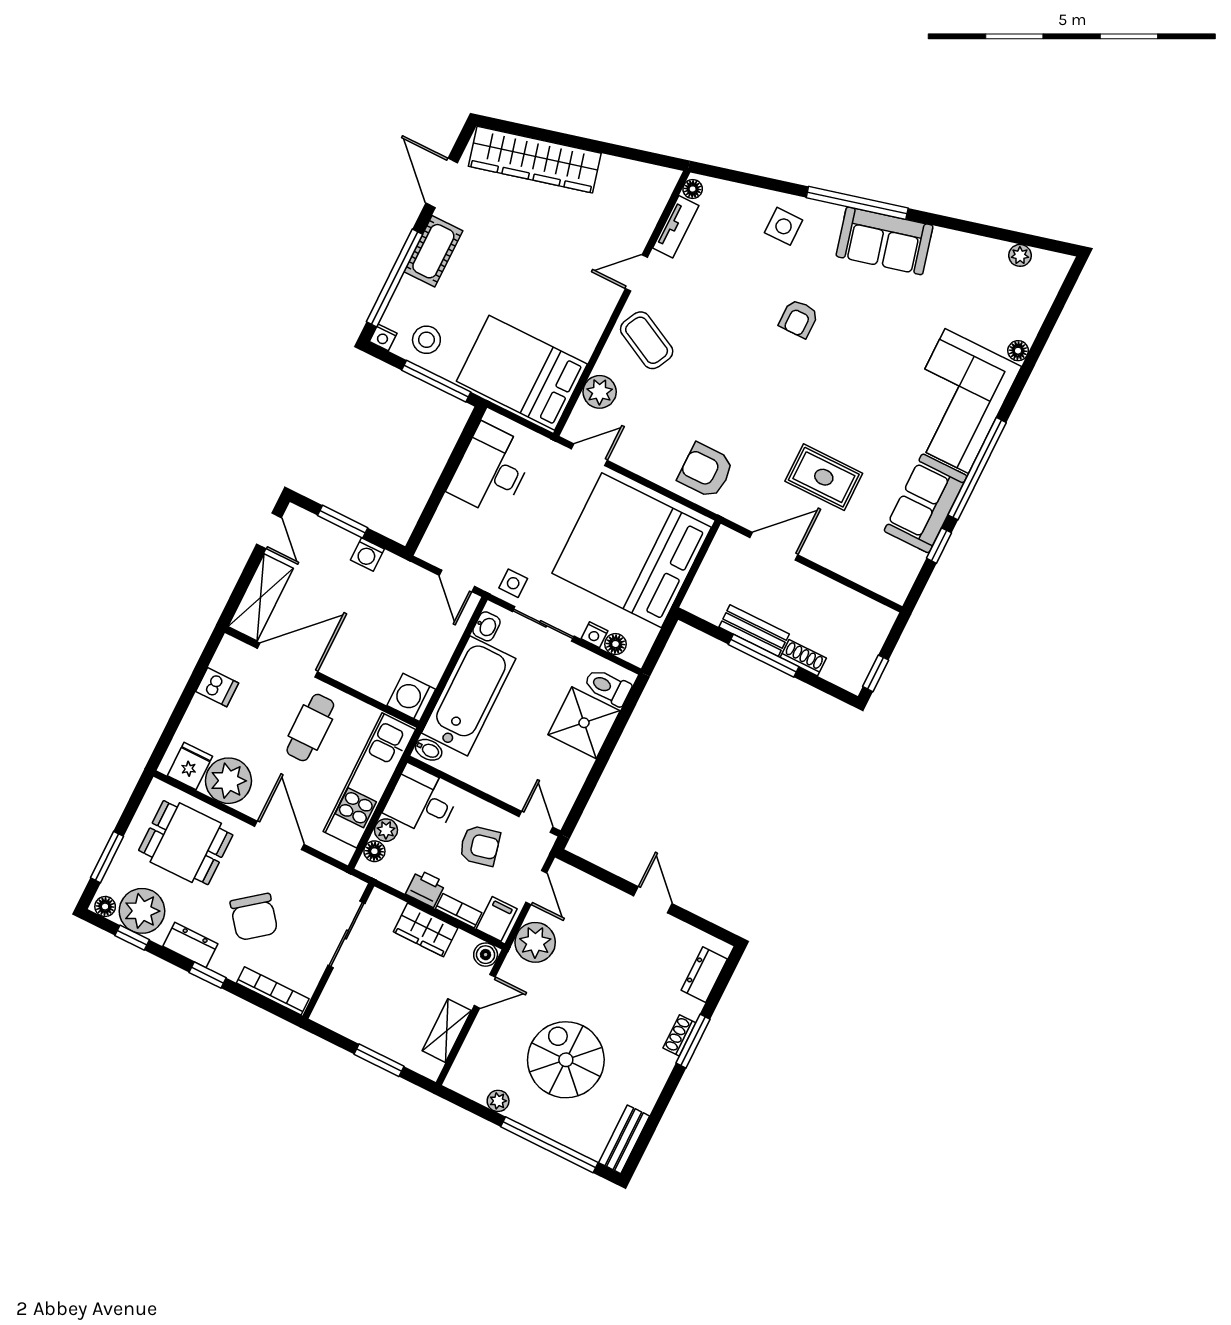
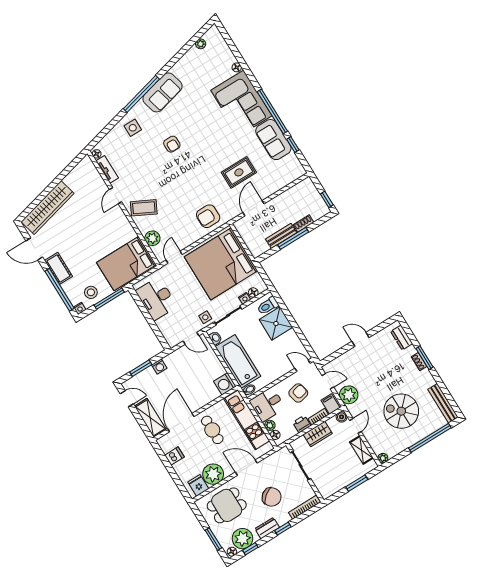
plant: (498, 1101) -> (383, 458), moved
bench: (624, 1139) -> (443, 403), width x1.36

